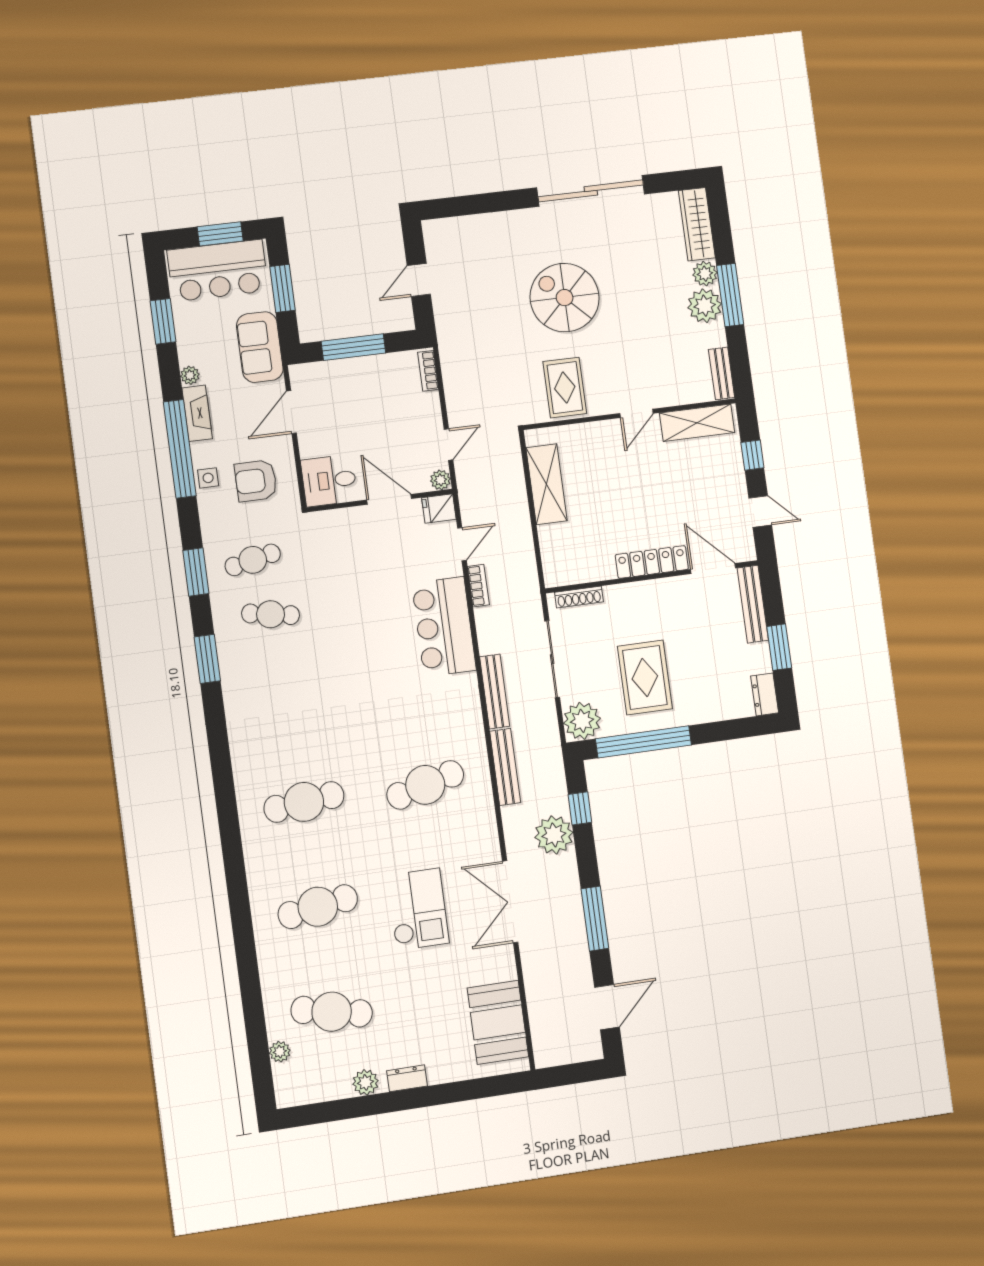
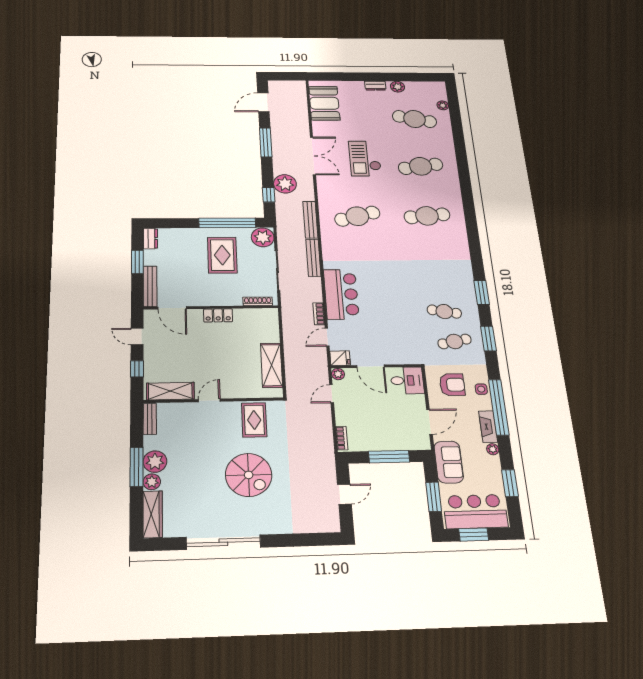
locker: (652, 562) -> (218, 315), width x0.66

